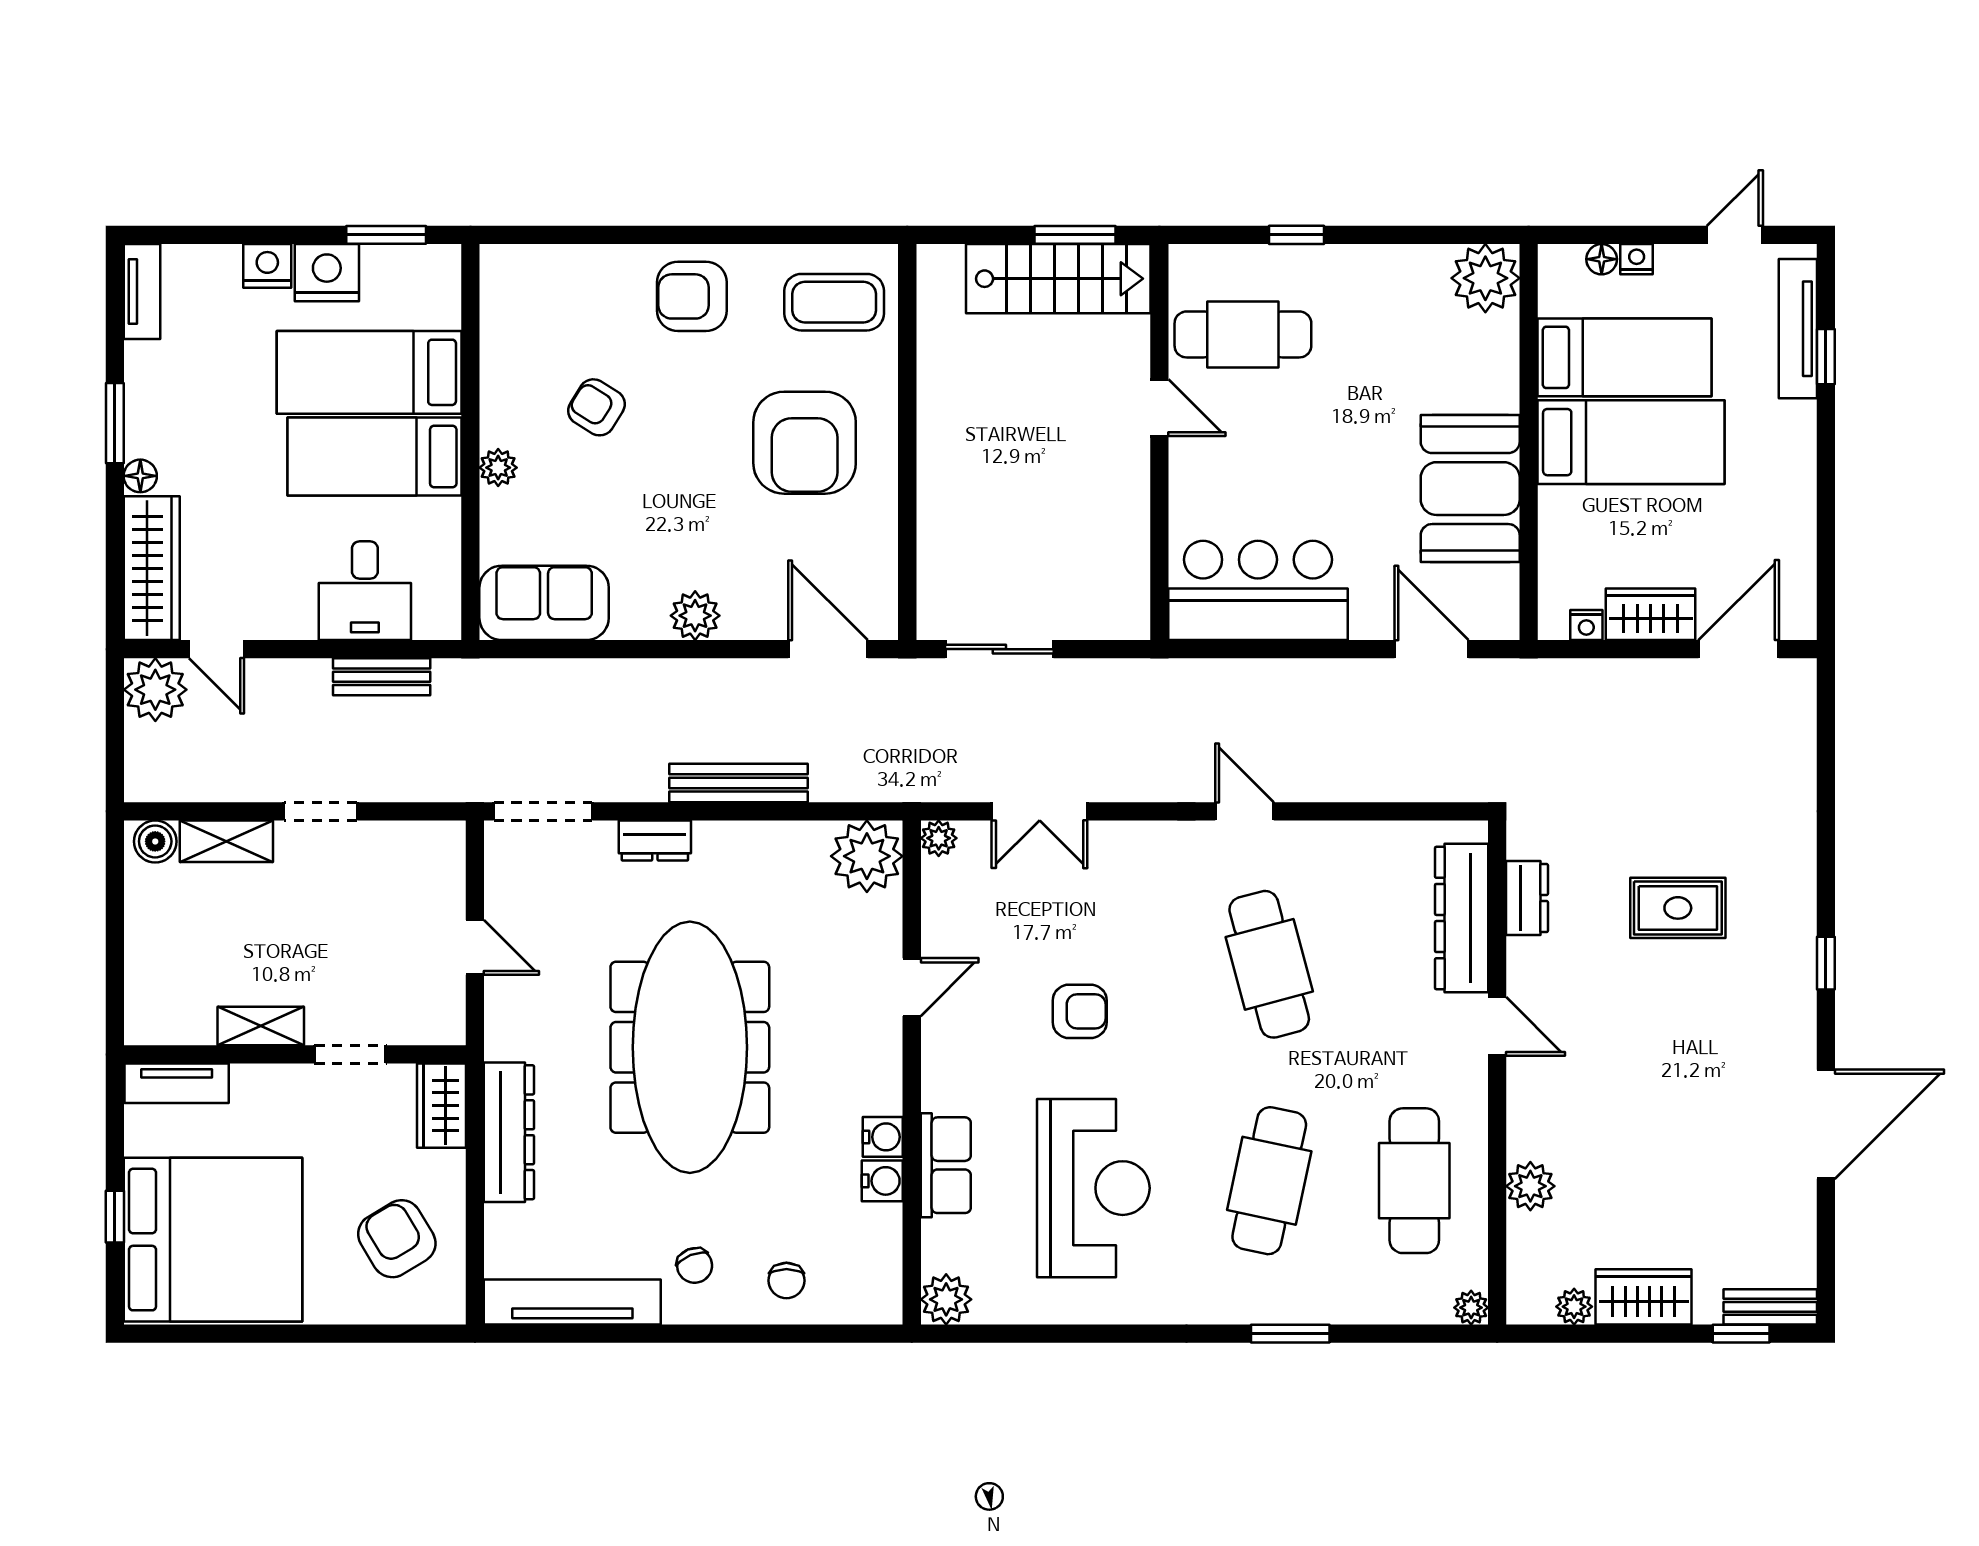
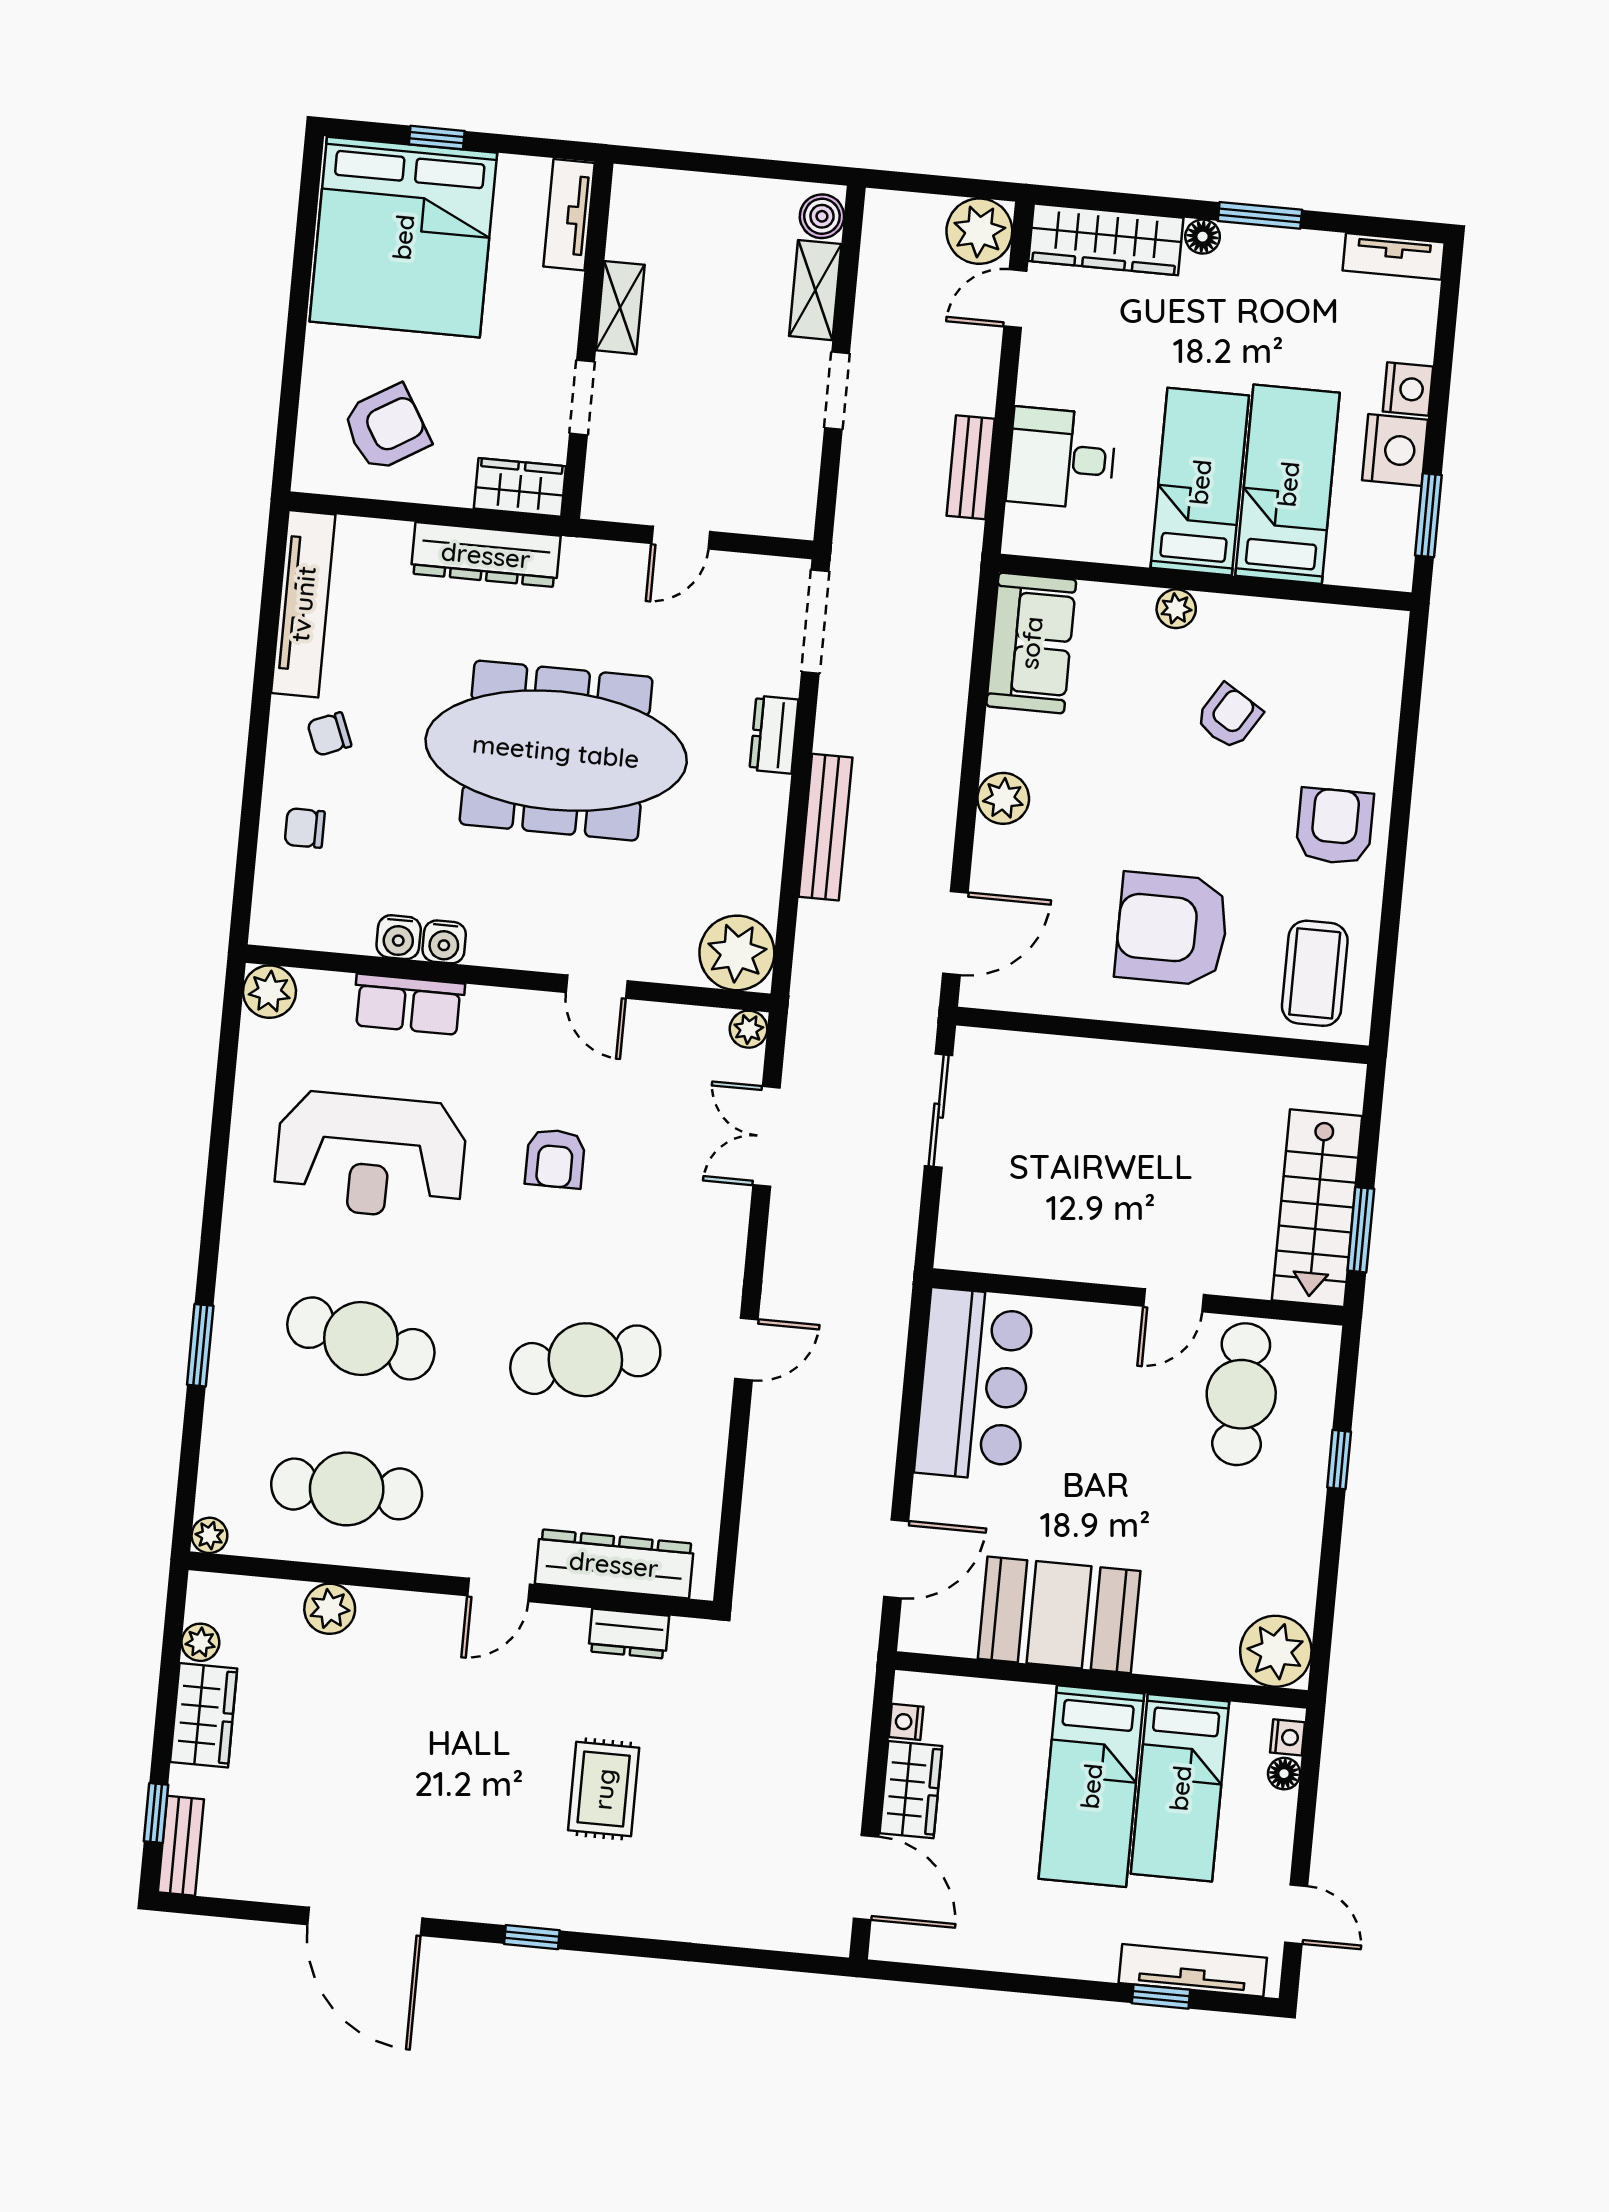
nightstand: (1637, 259) -> (1287, 1737), moved

